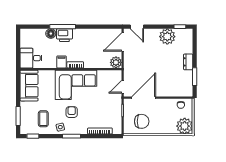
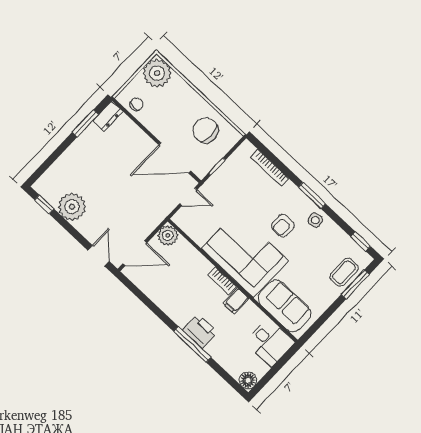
floor lamp: (51, 34) -> (248, 380), moved
dresser: (188, 62) -> (108, 116), moved
sofa: (29, 86) -> (285, 306), moved, turned 90
coffee table: (43, 119) -> (344, 272), moved

